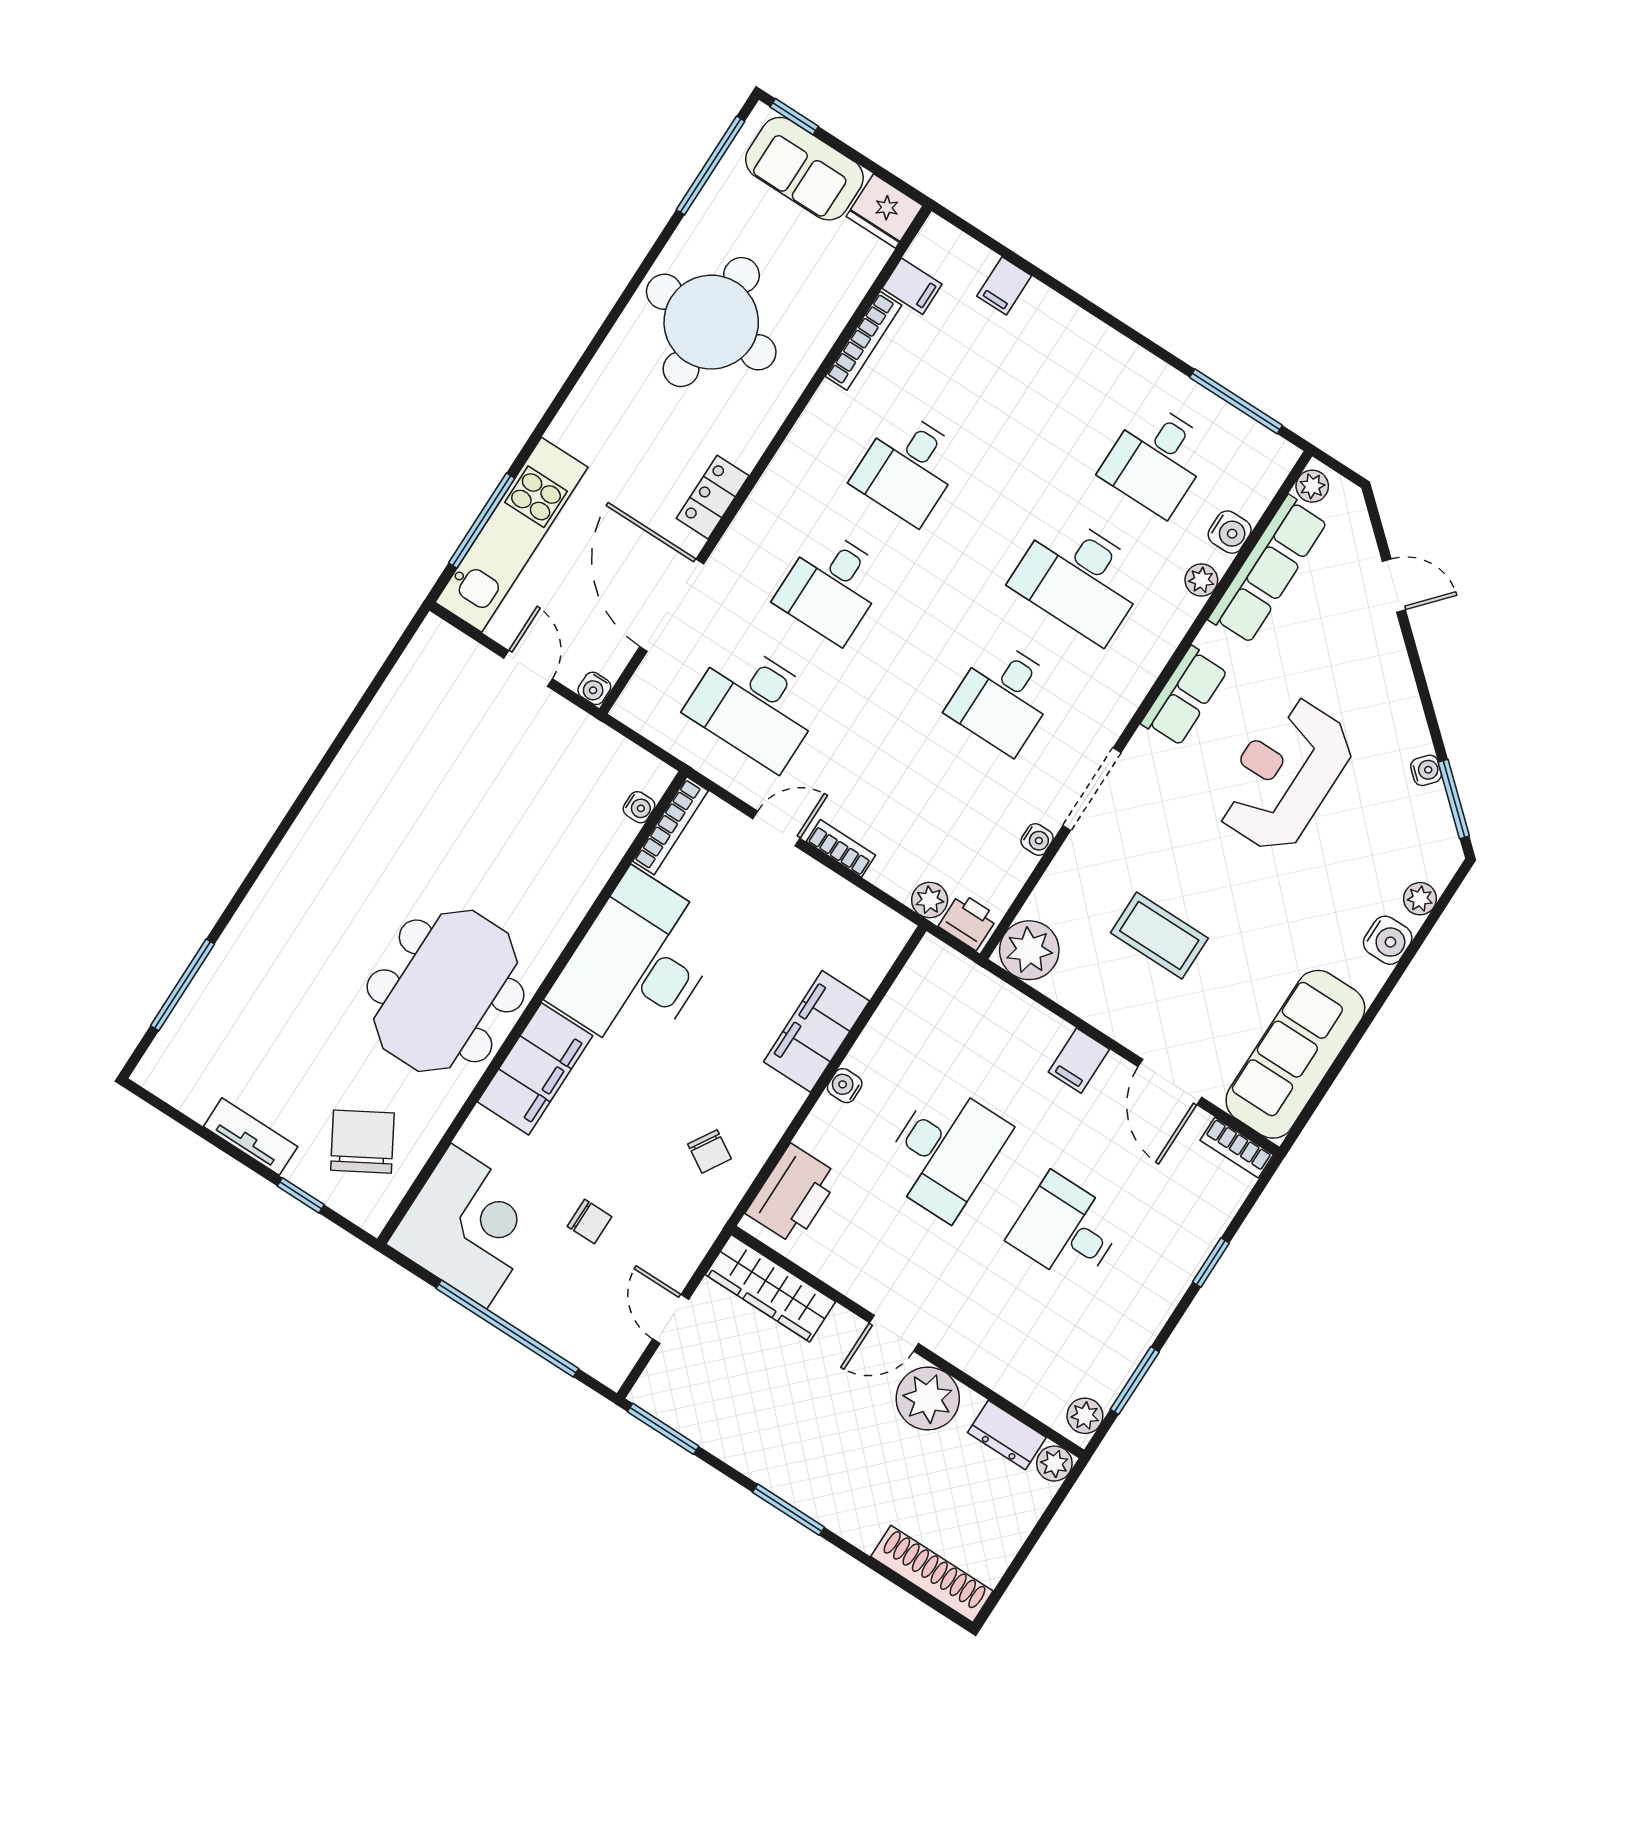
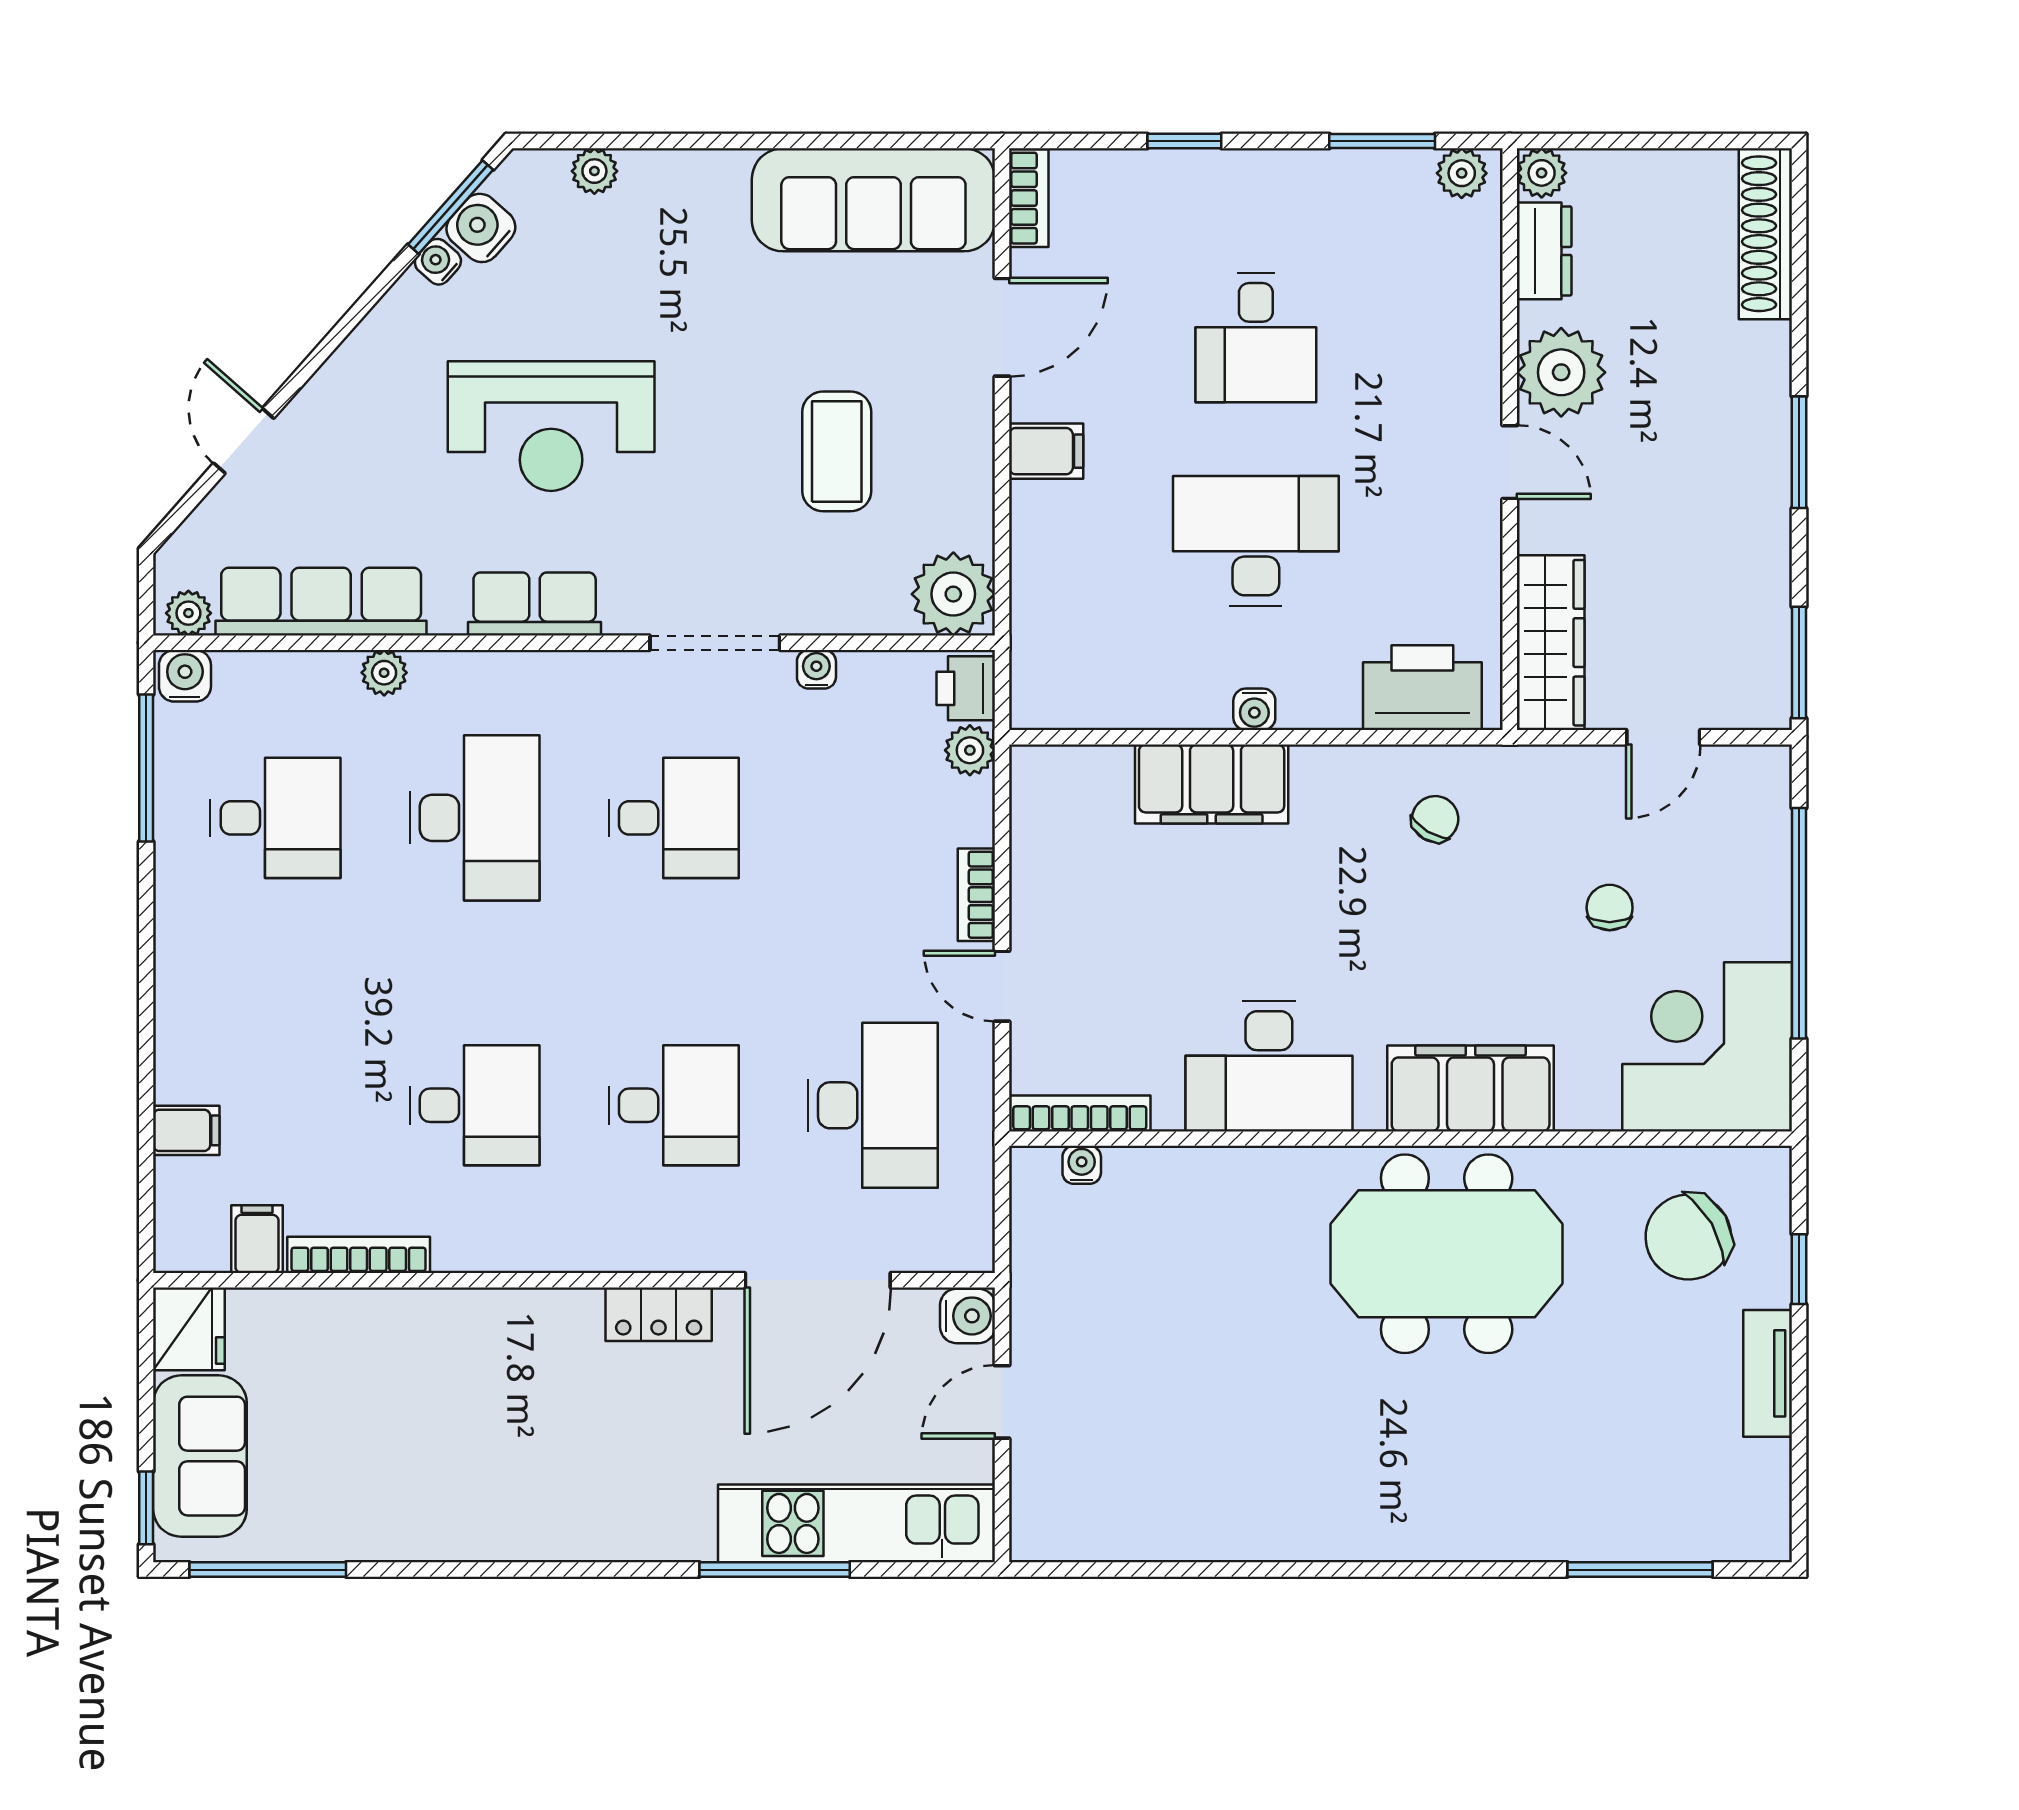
round table: (711, 322) -> (453, 1449), removed
window: (482, 521) -> (775, 1570), moved
water cooler: (1230, 532) -> (185, 676), moved
water cooler: (594, 688) -> (968, 1316), width x1.38, depth x1.38
water cooler: (1388, 940) -> (481, 228), moved, turned -48
desk: (638, 965) -> (1269, 1066), width x0.73, depth x0.77

